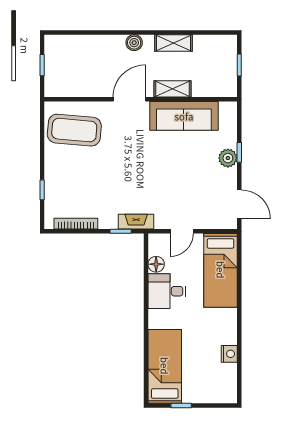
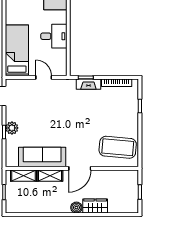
shelving: (174, 43) -> (24, 176), moved
wardrobe: (107, 45) -> (95, 206), added
fireplace: (136, 222) -> (88, 84), moved
door: (182, 231) -> (44, 77), hinge flipped
floor lamp: (156, 264) -> (61, 55), removed

